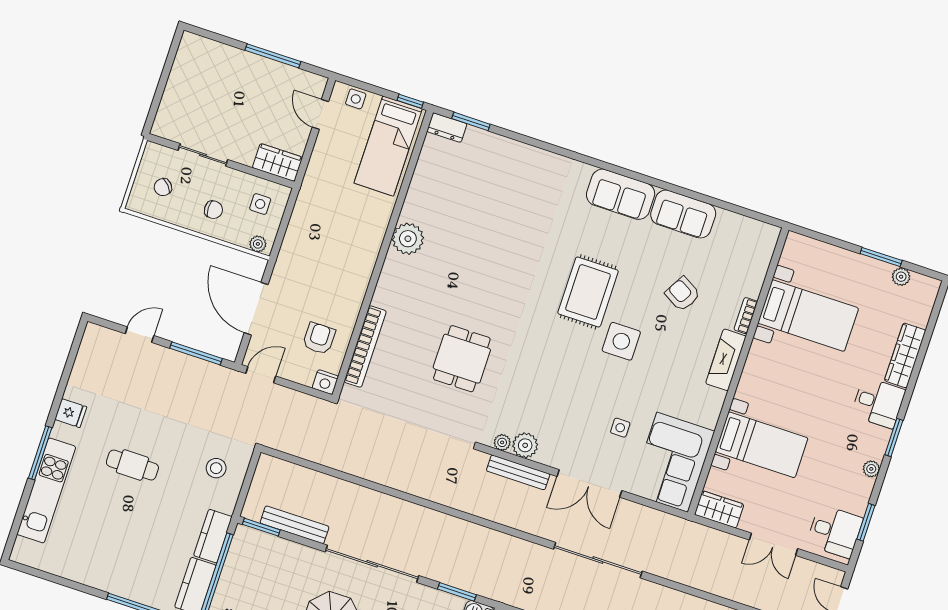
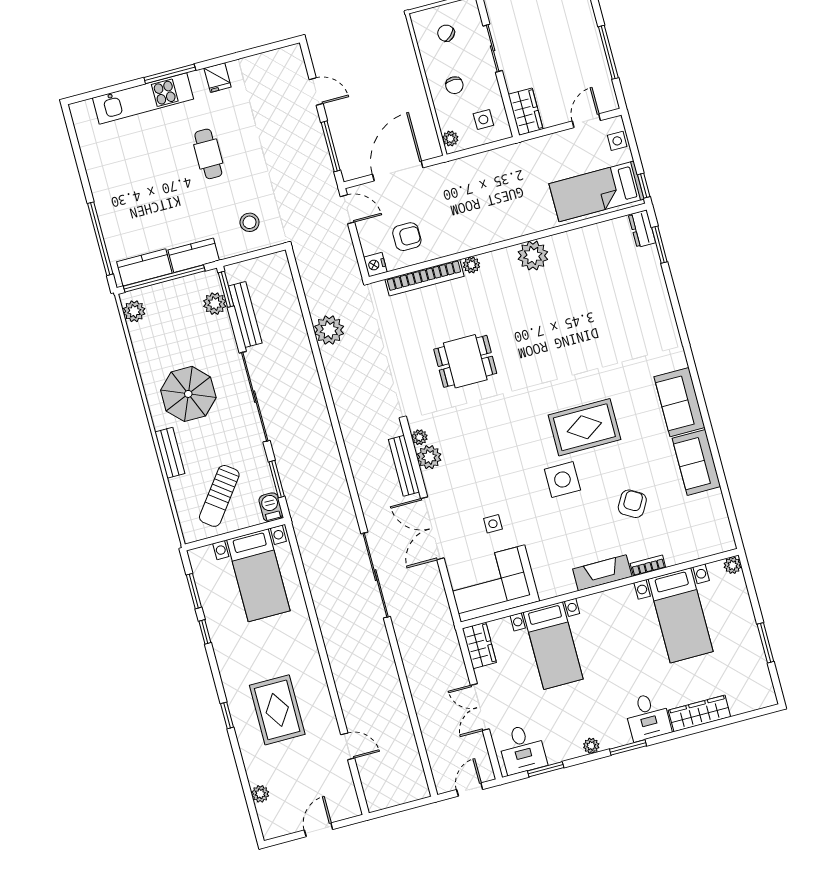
plant: (901, 277) -> (733, 565), moved
plant: (381, 298) -> (471, 265), added
plant: (356, 460) -> (329, 330), added
plant: (267, 545) -> (215, 304), added

